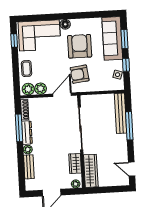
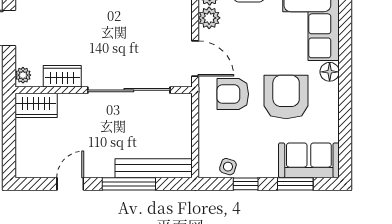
sofa: (112, 38) -> (309, 160), width x0.73
armchair: (80, 46) -> (286, 97), turned -90
armchair: (80, 74) -> (233, 94), turned -83
door: (132, 169) -> (70, 184), moved
wardrobe: (91, 171) -> (36, 105), width x0.67

